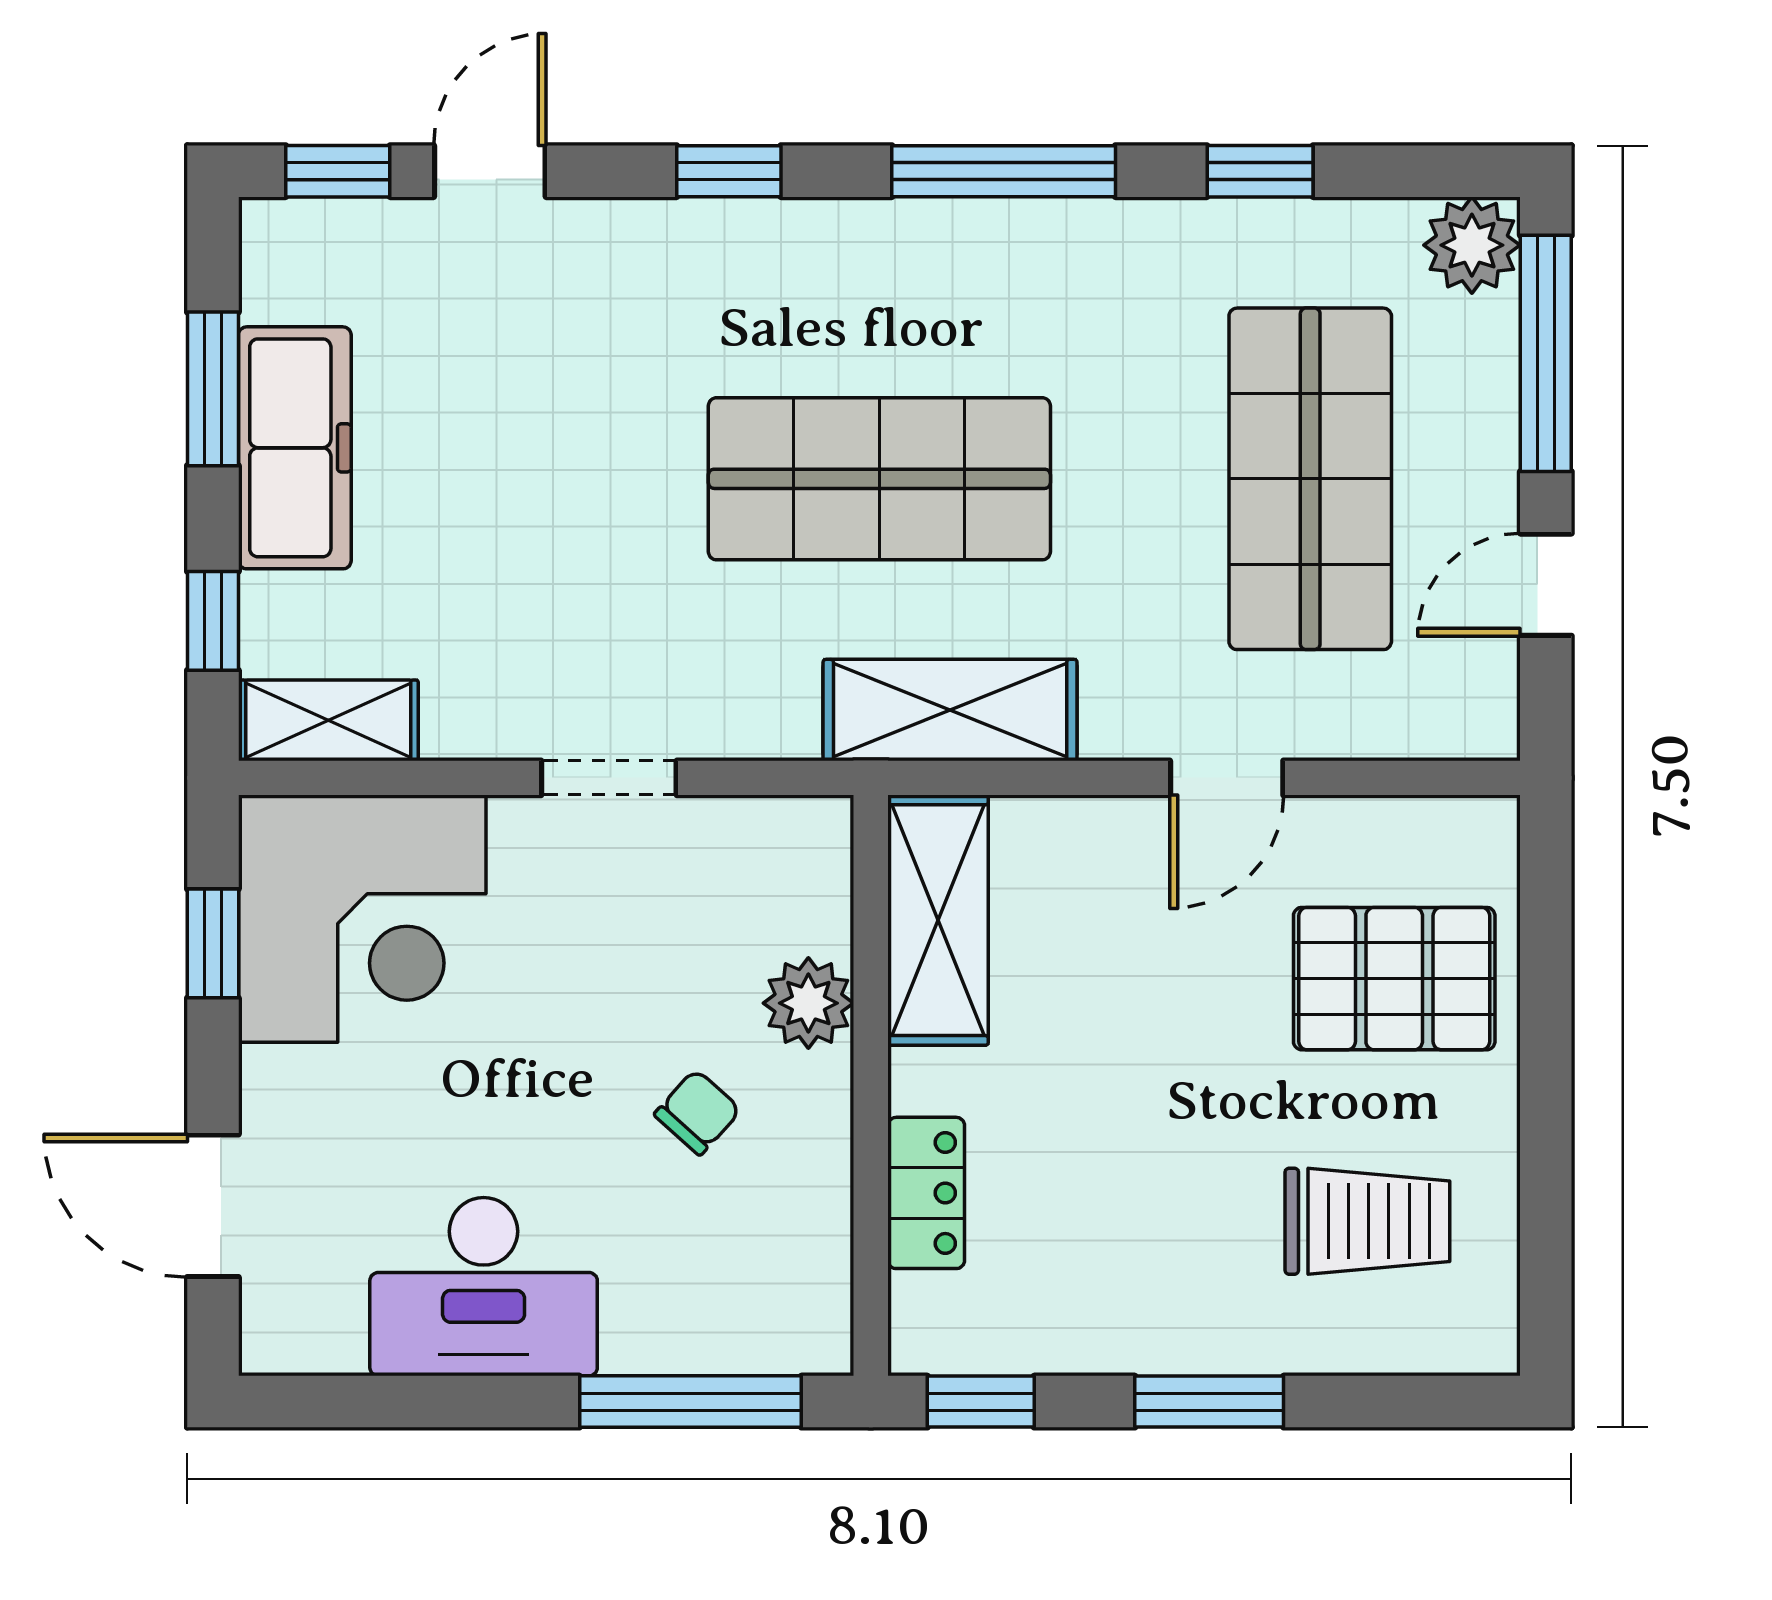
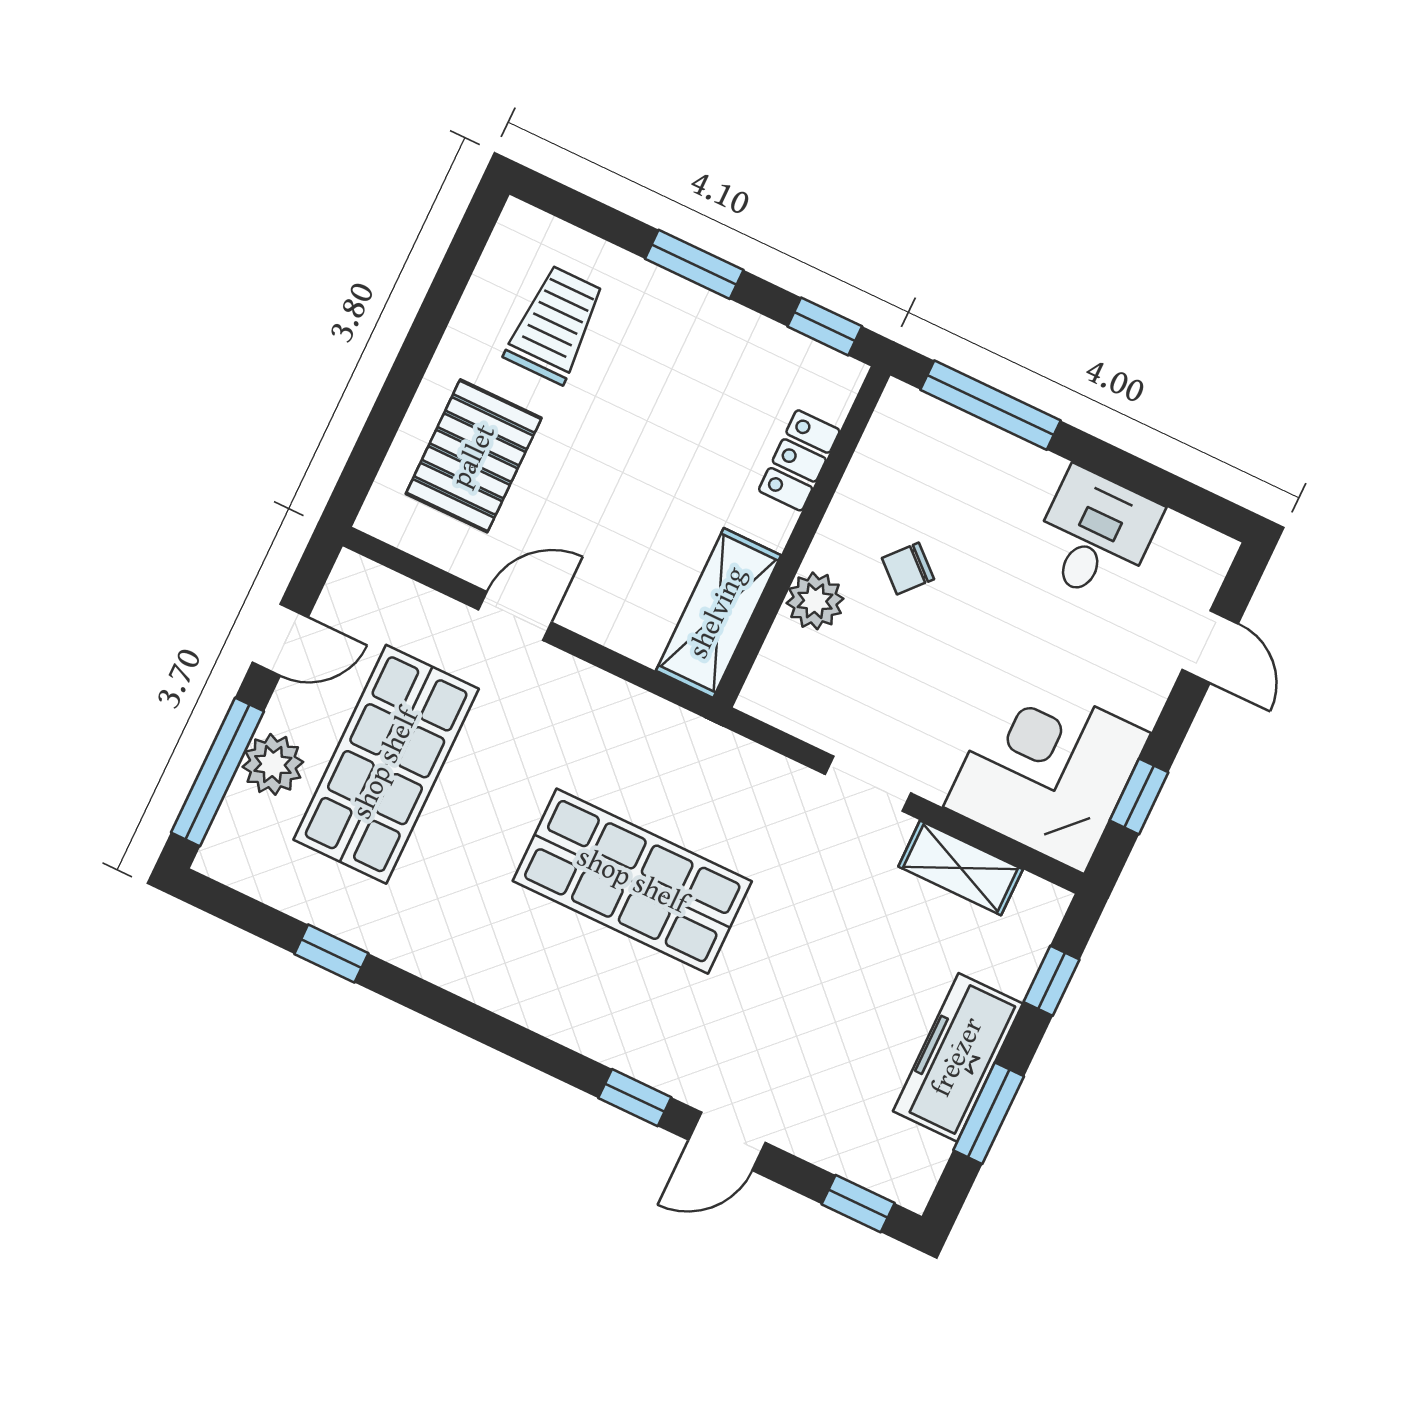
door: (490, 171) -> (727, 1141), moved
window: (1004, 171) -> (478, 1023), removed
plant: (1472, 245) -> (273, 764), moved
shelving: (950, 710) -> (655, 730), removed
shelving: (328, 720) -> (961, 868), moved
pallet: (1394, 979) -> (474, 456), turned 90
door: (213, 1206) -> (1210, 647), width x0.73
trolley: (1367, 1221) -> (555, 325), turned 90
desk: (484, 1287) -> (1095, 535), width x0.73

